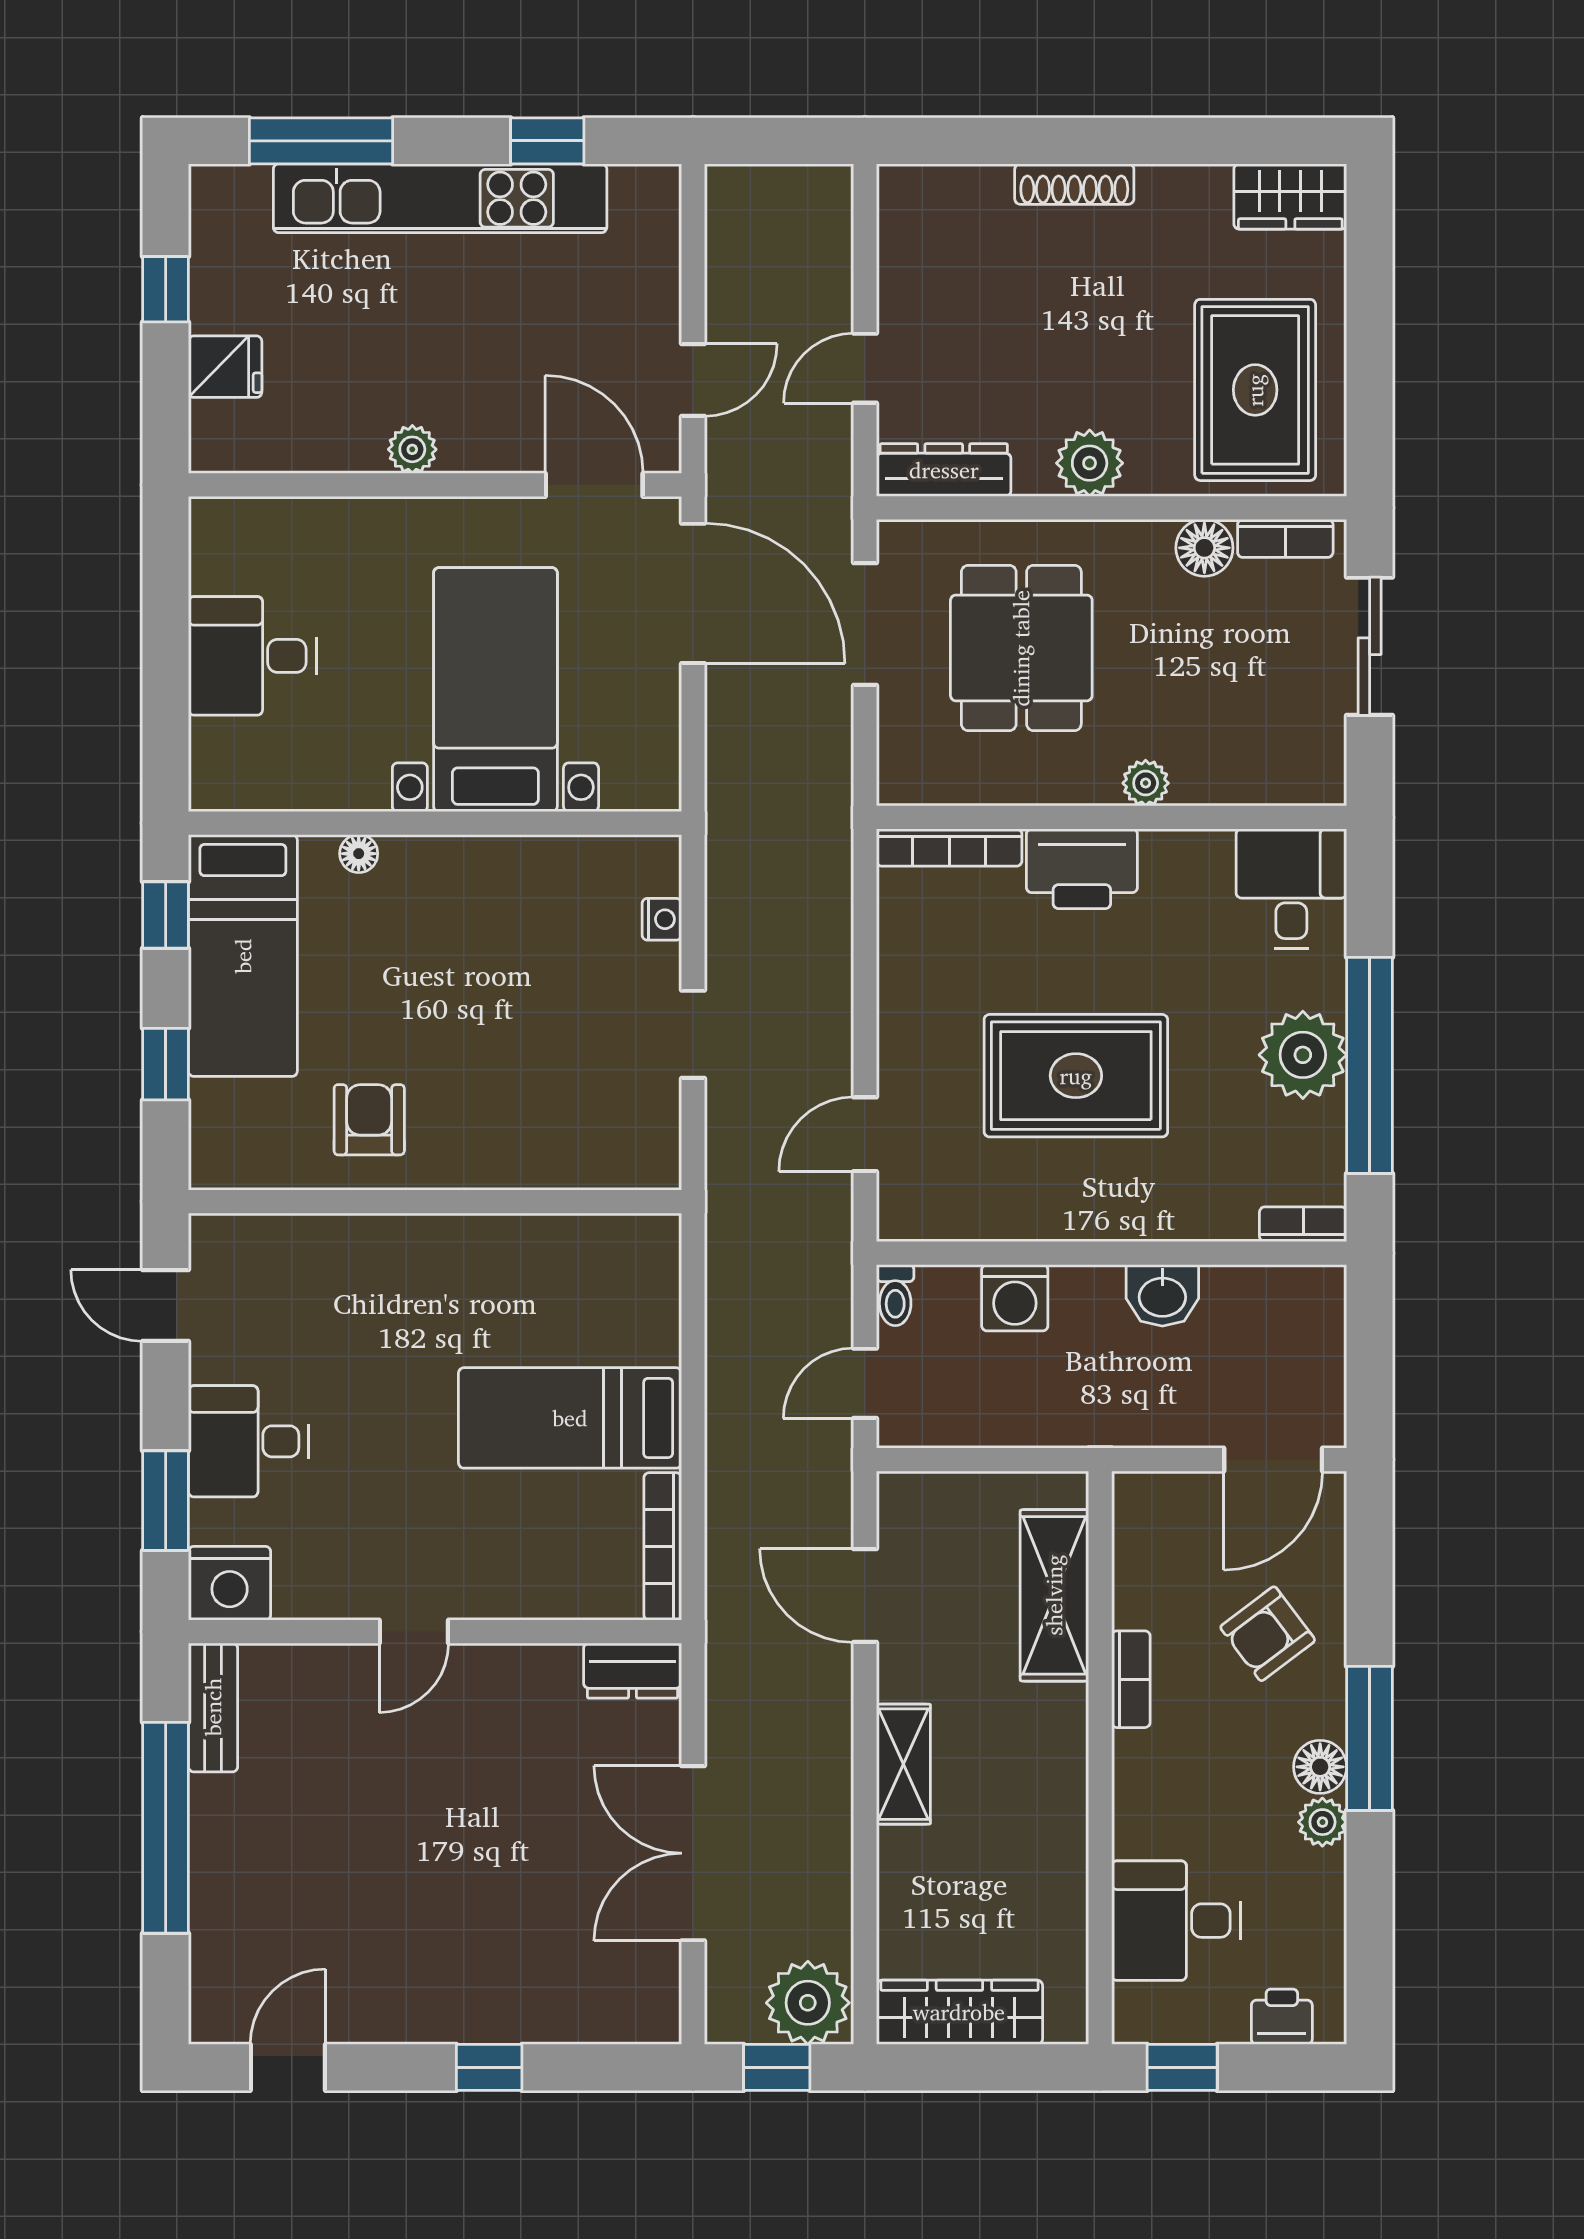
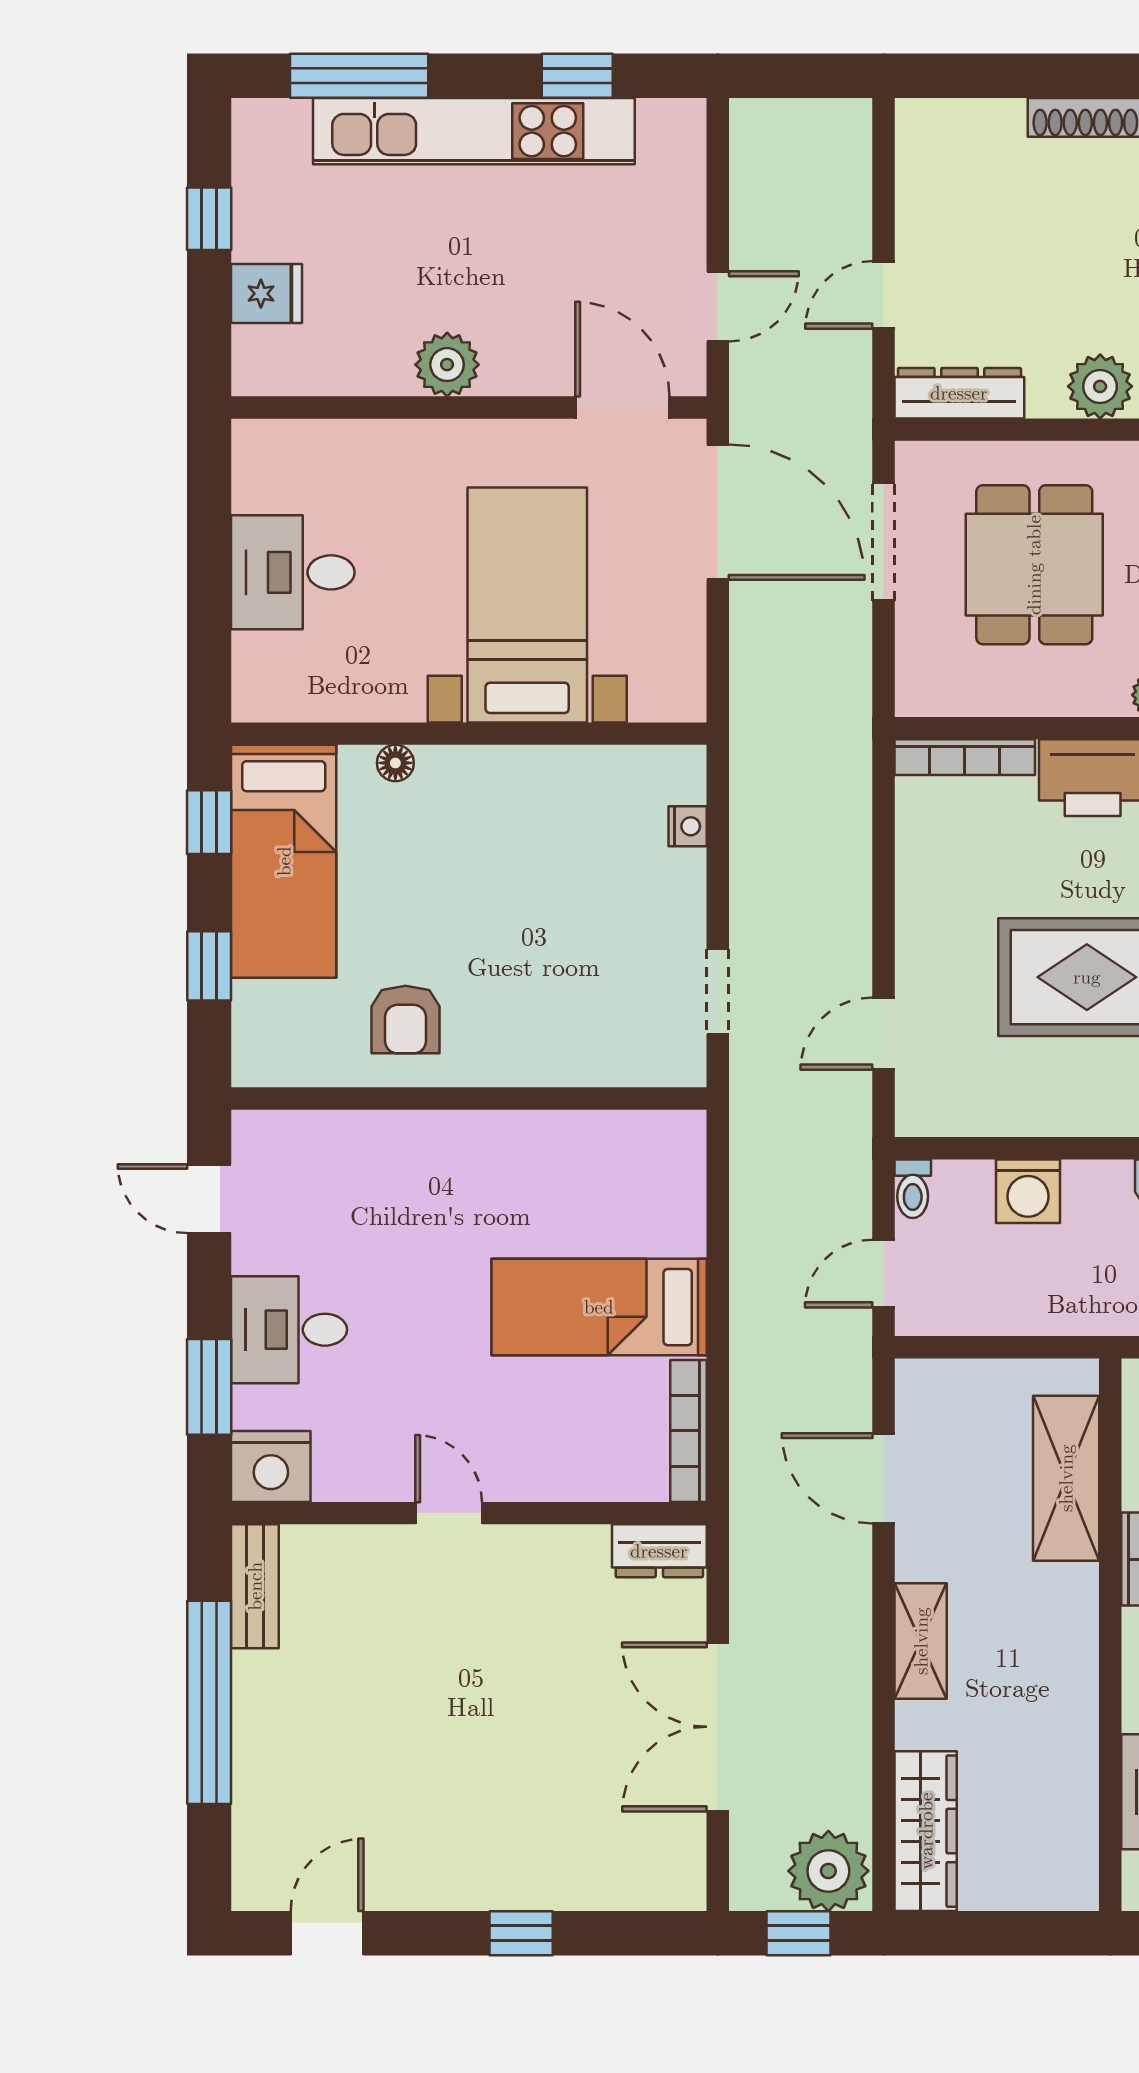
plant: (412, 449) -> (447, 365), width x1.38, depth x1.38
doorway: (693, 1034) -> (718, 991), moved
armchair: (369, 1120) -> (406, 1020), turned 180
door: (414, 1632) -> (449, 1513), swing flipped
wardrobe: (959, 2012) -> (926, 1831), moved, turned 90

